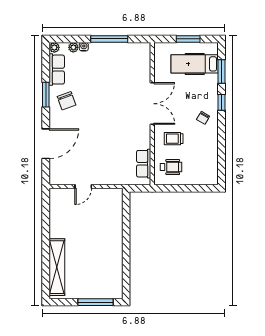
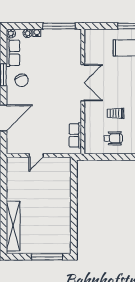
double door: (152, 104) -> (83, 83), moved
wall: (152, 114) -> (83, 91), moved
row of seats: (144, 164) -> (75, 135), moved

